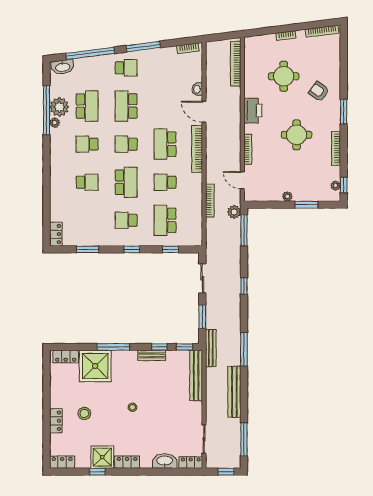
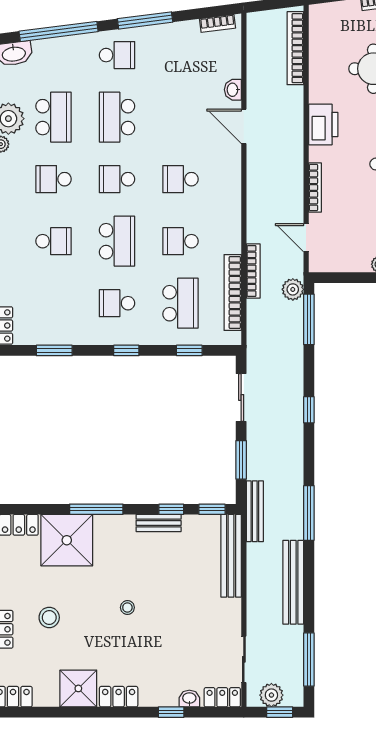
school desk: (165, 144) -> (180, 179), width x0.54
bookcase: (197, 149) -> (233, 293), moved
school desk: (165, 220) -> (180, 303), turned 180
washbasin: (165, 461) -> (189, 699), width x0.52, depth x0.69
plant: (221, 461) -> (271, 695), added
window: (97, 472) -> (171, 712), moved

